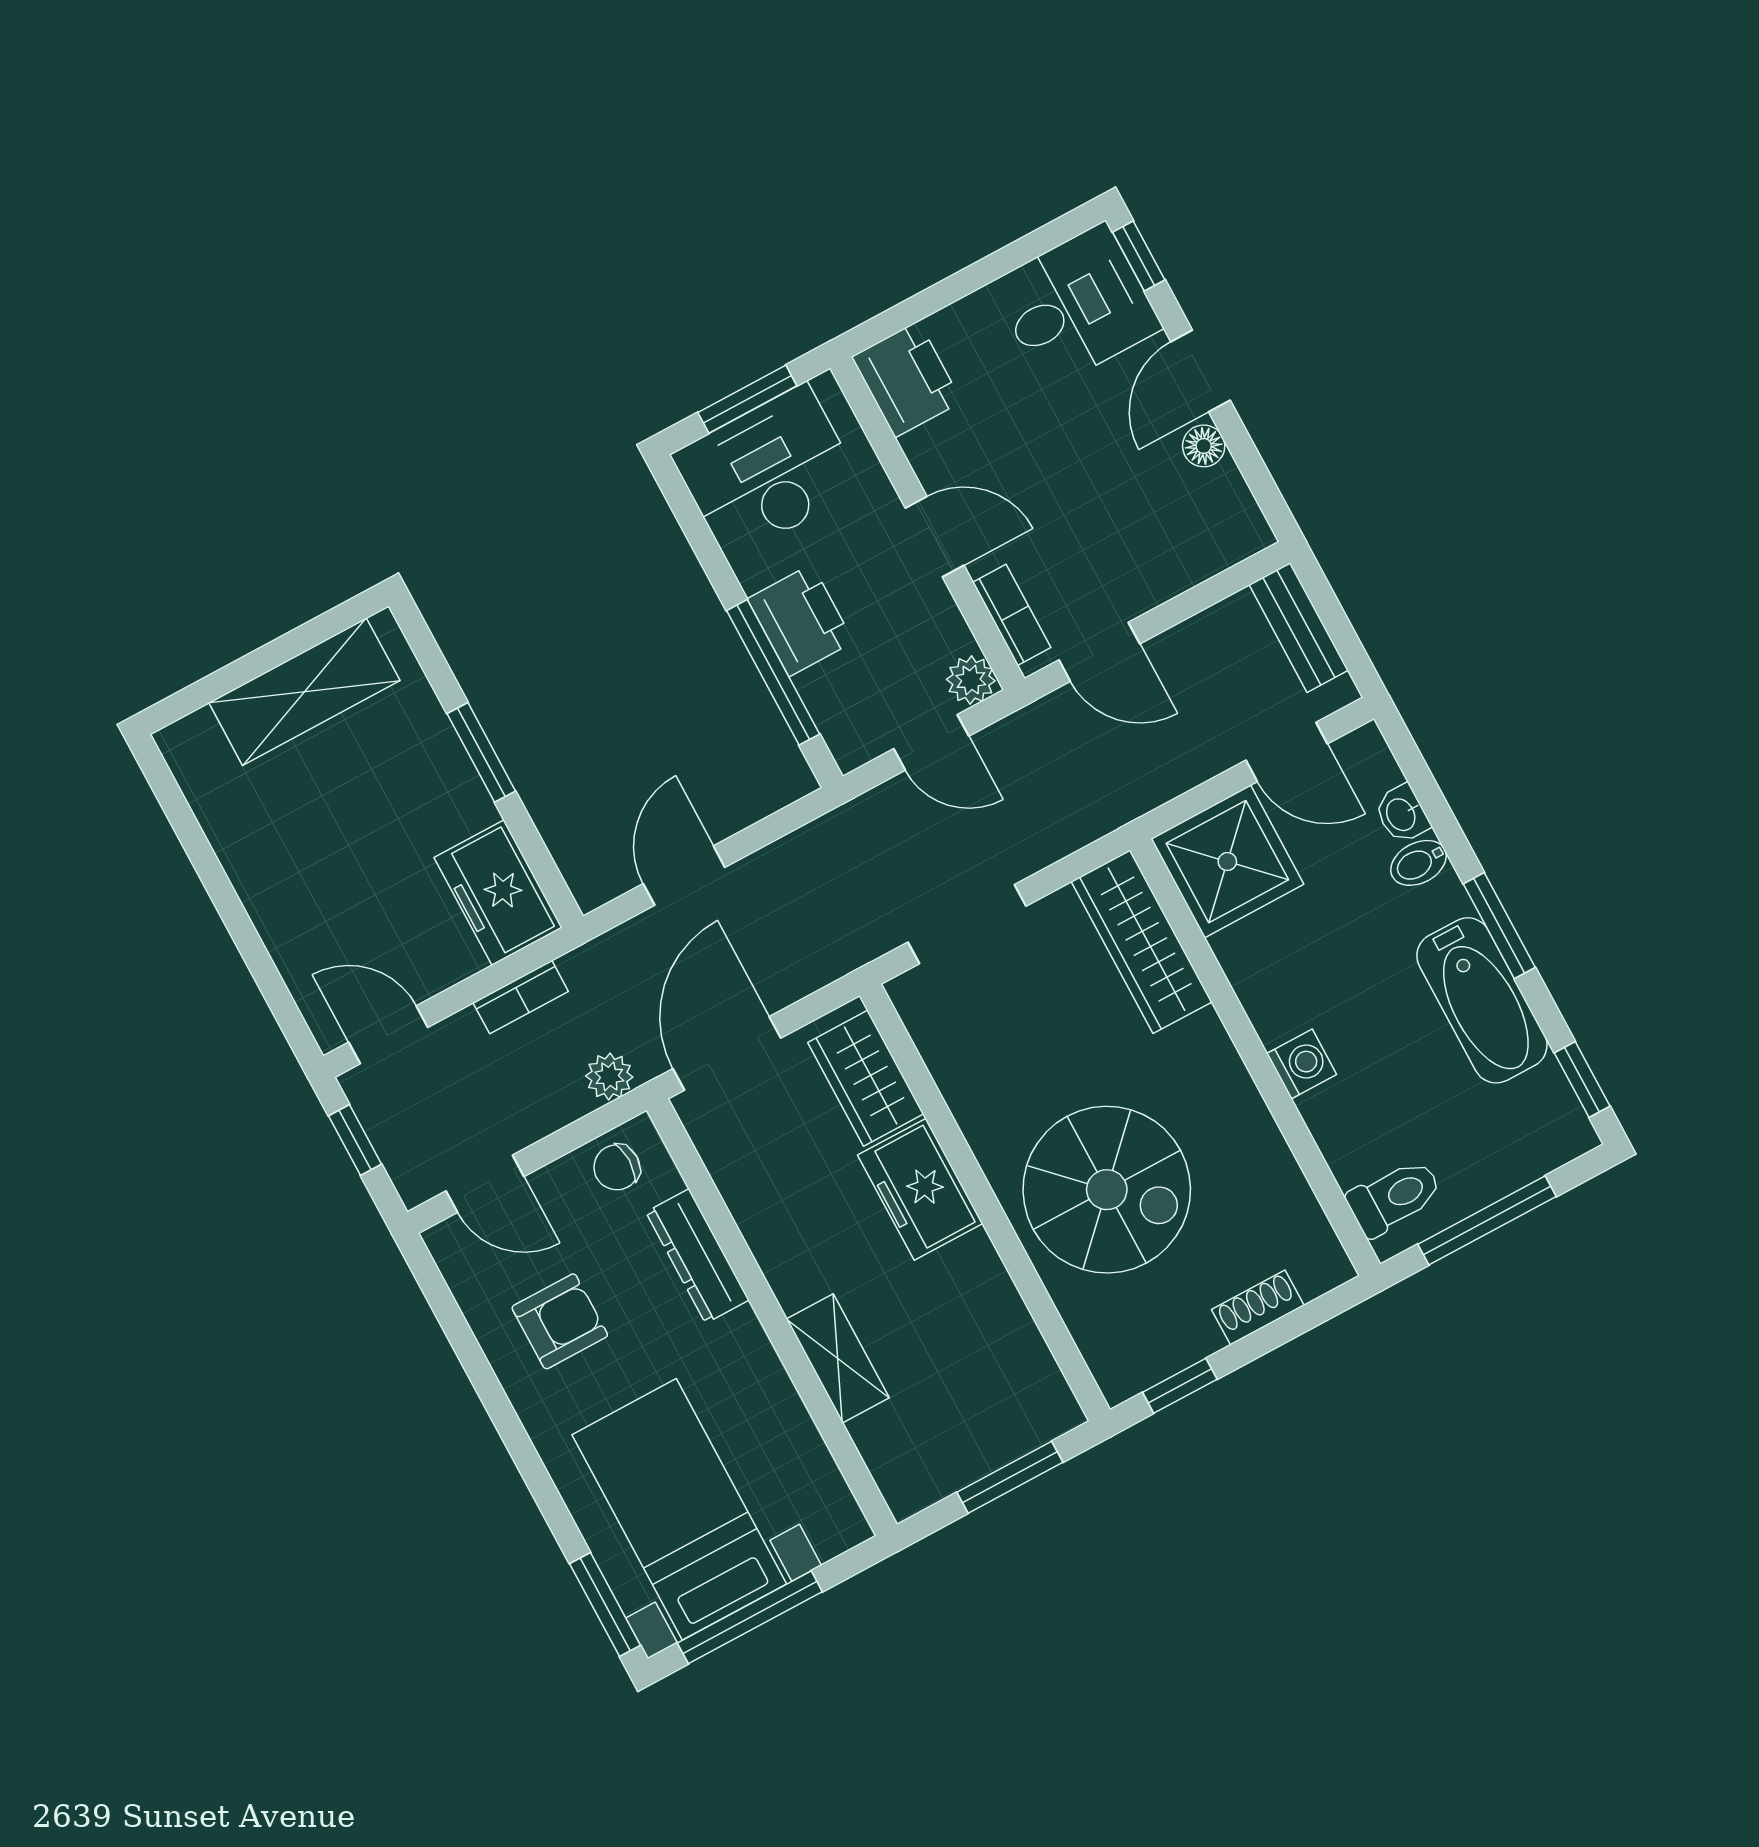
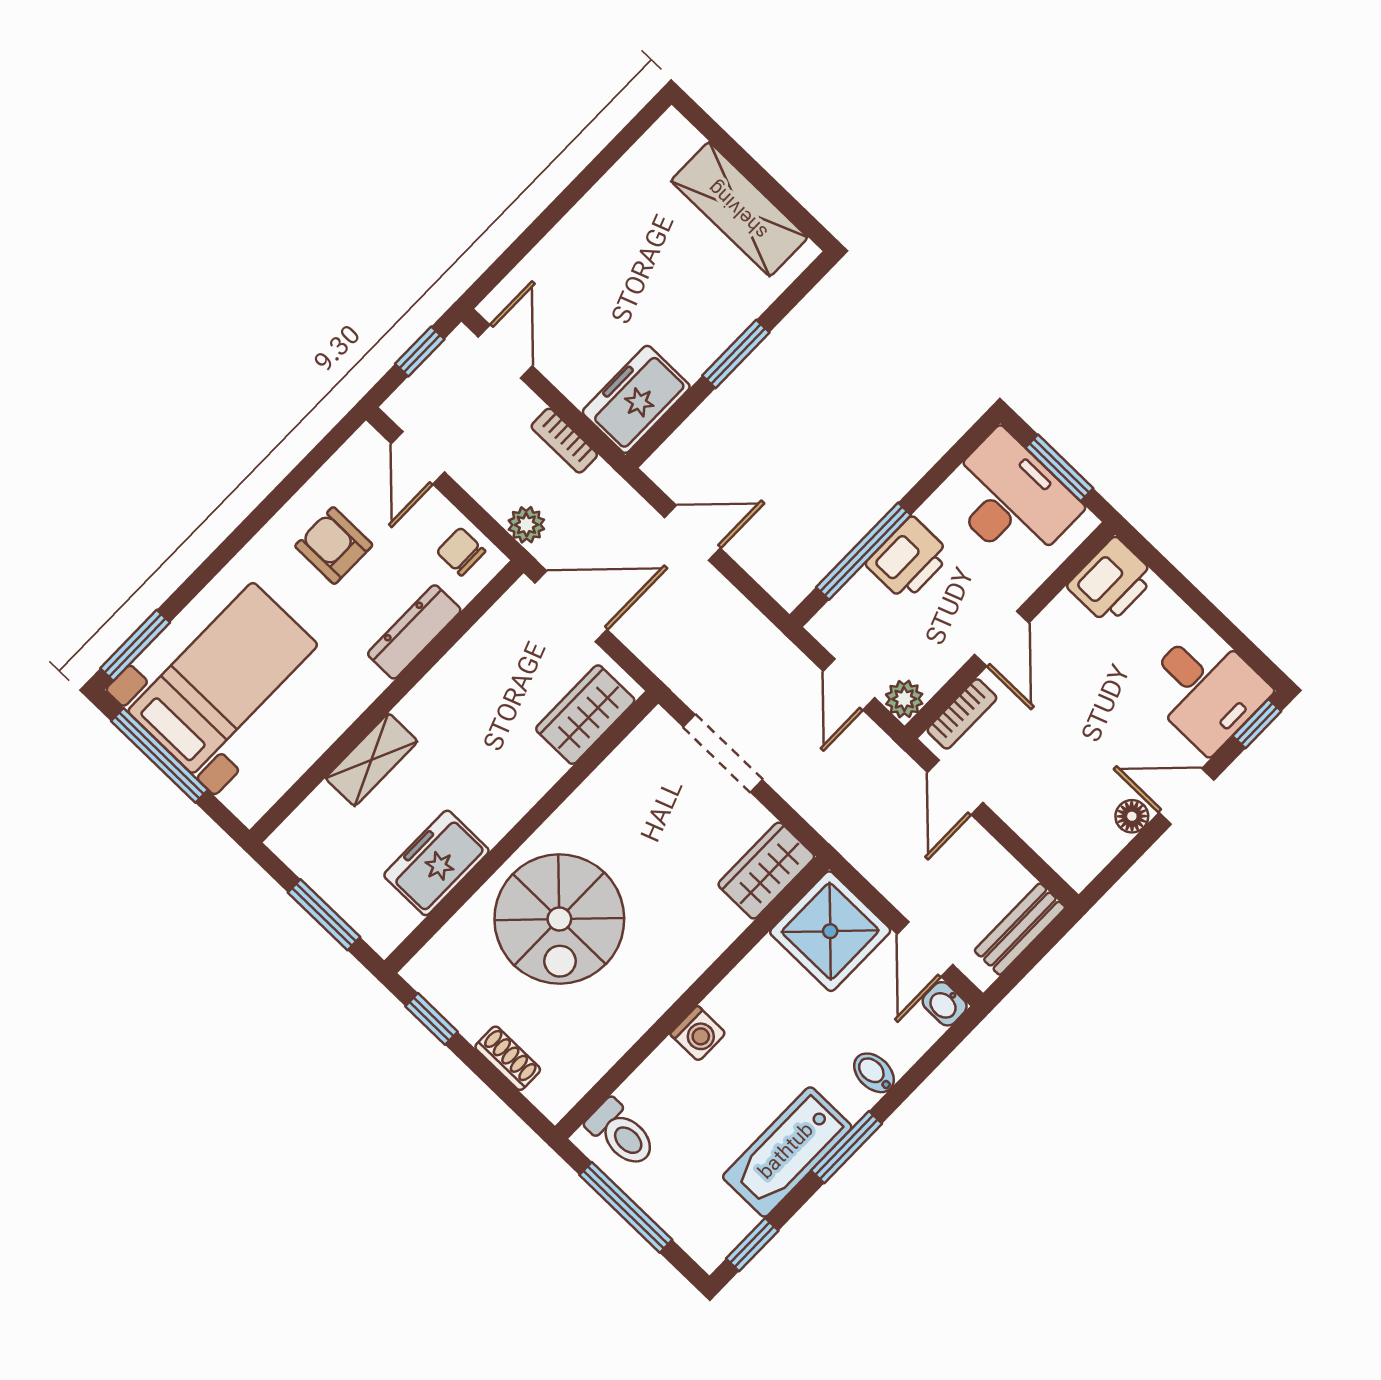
washbasin: (1402, 814) -> (945, 1004), moved, turned -90
wardrobe: (1142, 942) -> (766, 871), width x0.67
freezer: (920, 1189) -> (436, 863), moved
armchair: (560, 1321) -> (334, 546), turned 180

